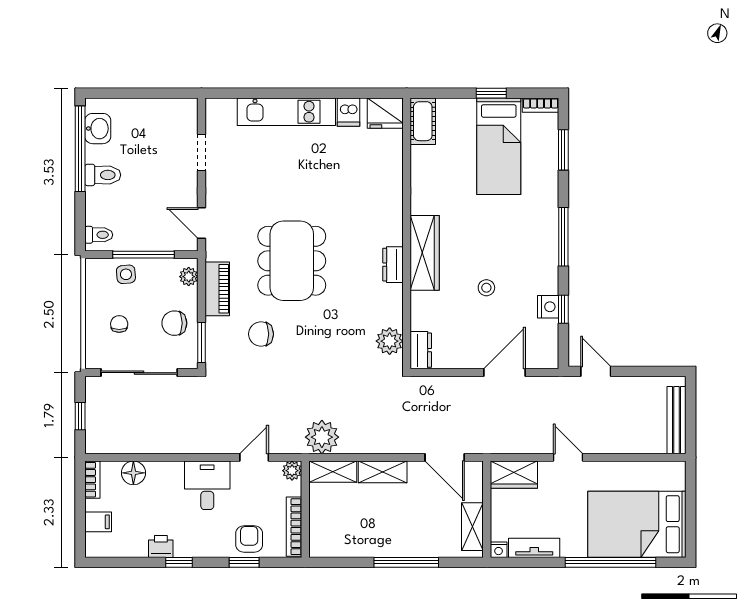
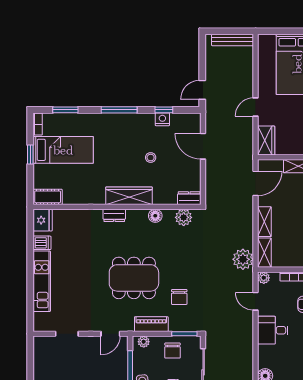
dresser: (393, 265) -> (114, 215), moved
floor lamp: (392, 295) -> (155, 216), added

